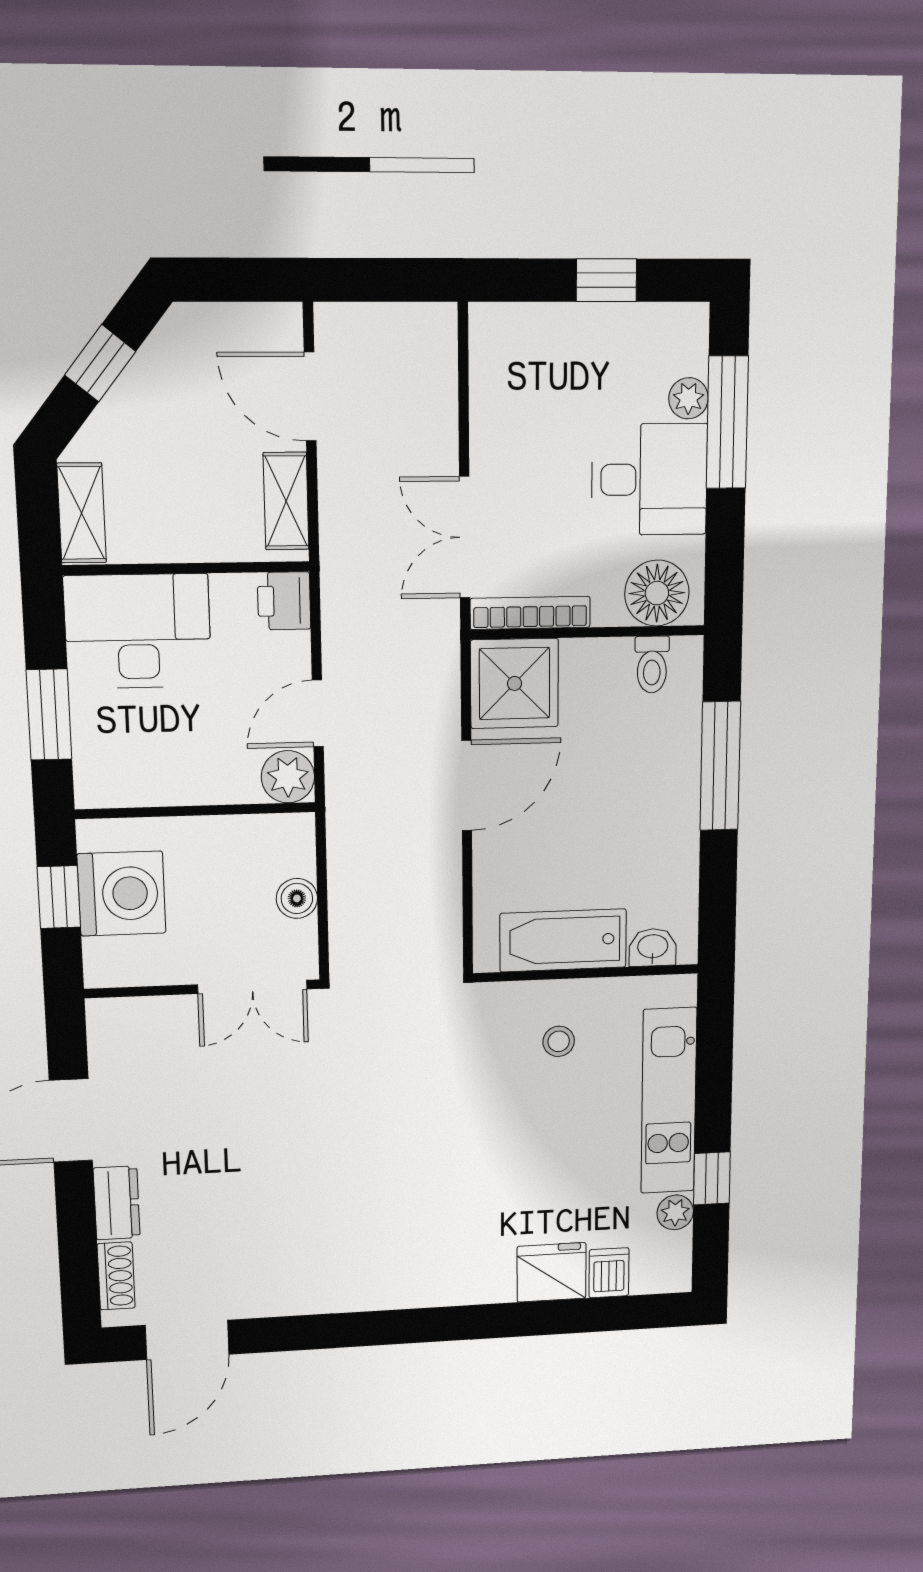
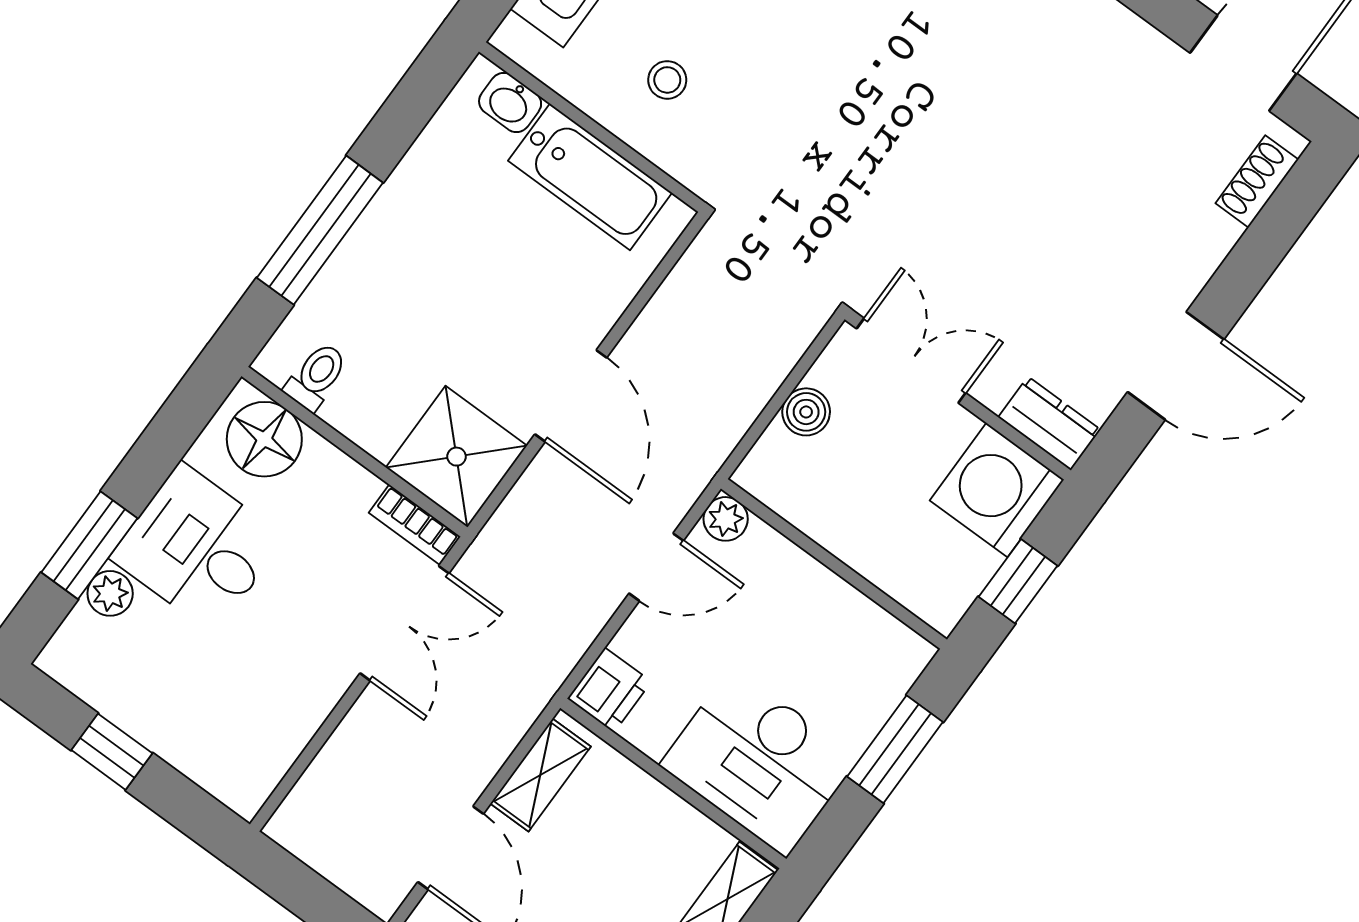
window: (727, 422) -> (89, 545), width x0.69
bookcase: (530, 613) -> (415, 525), width x0.64
plant: (288, 777) -> (726, 519), width x0.73, depth x0.73
door: (467, 786) -> (571, 396), swing flipped
washing machine: (122, 894) -> (997, 490), moved
dresser: (117, 1203) -> (1049, 423), moved, turned 90

